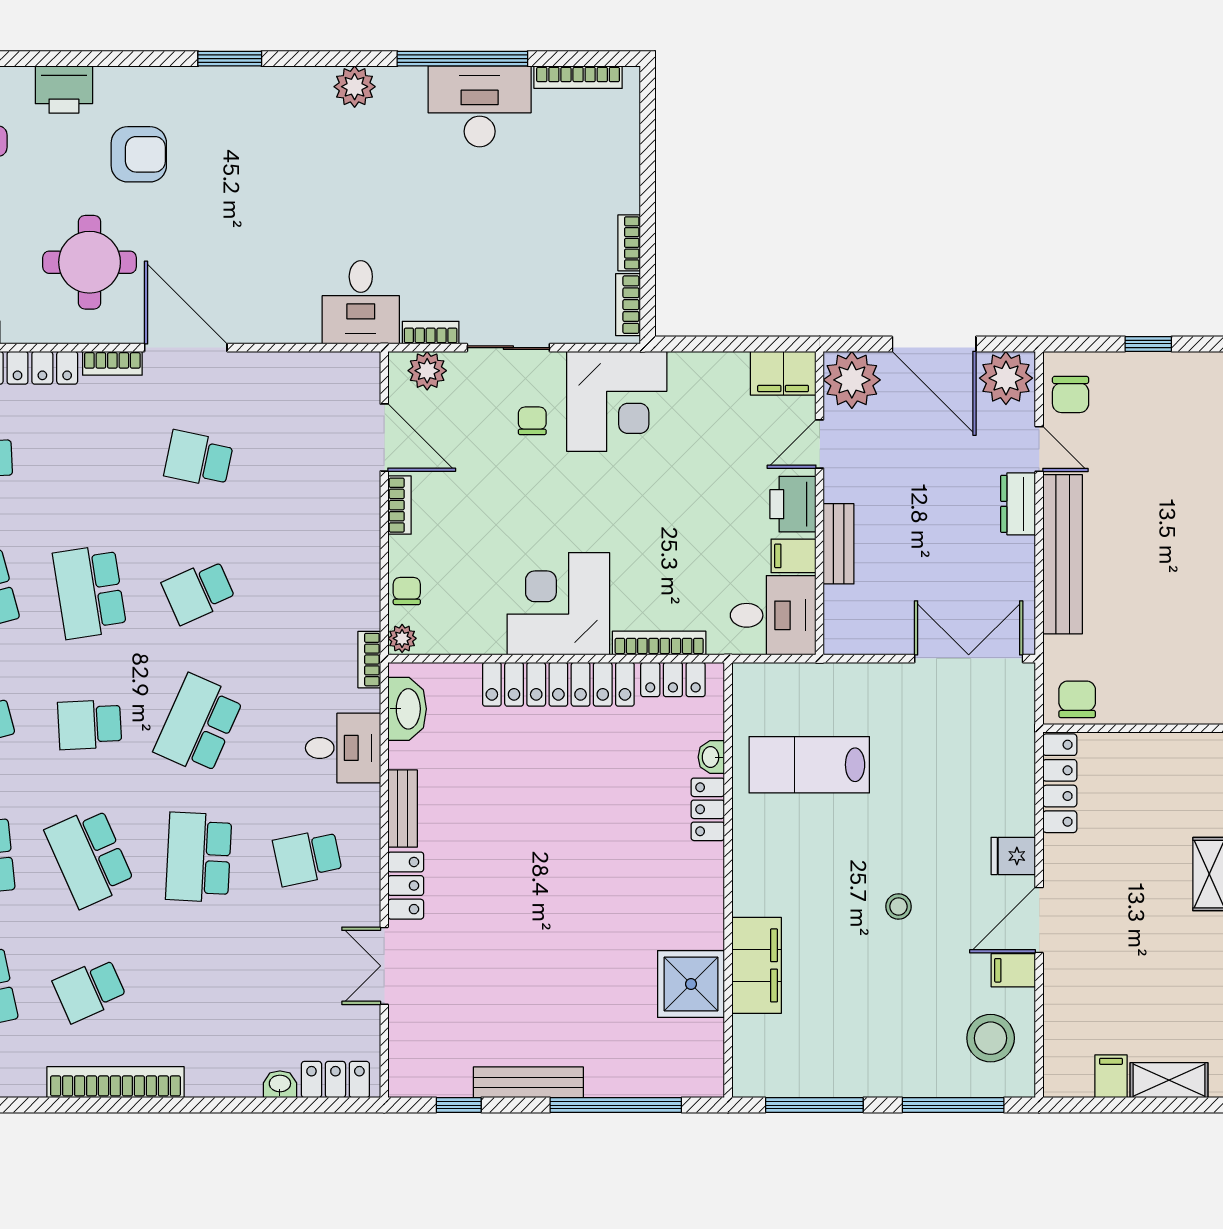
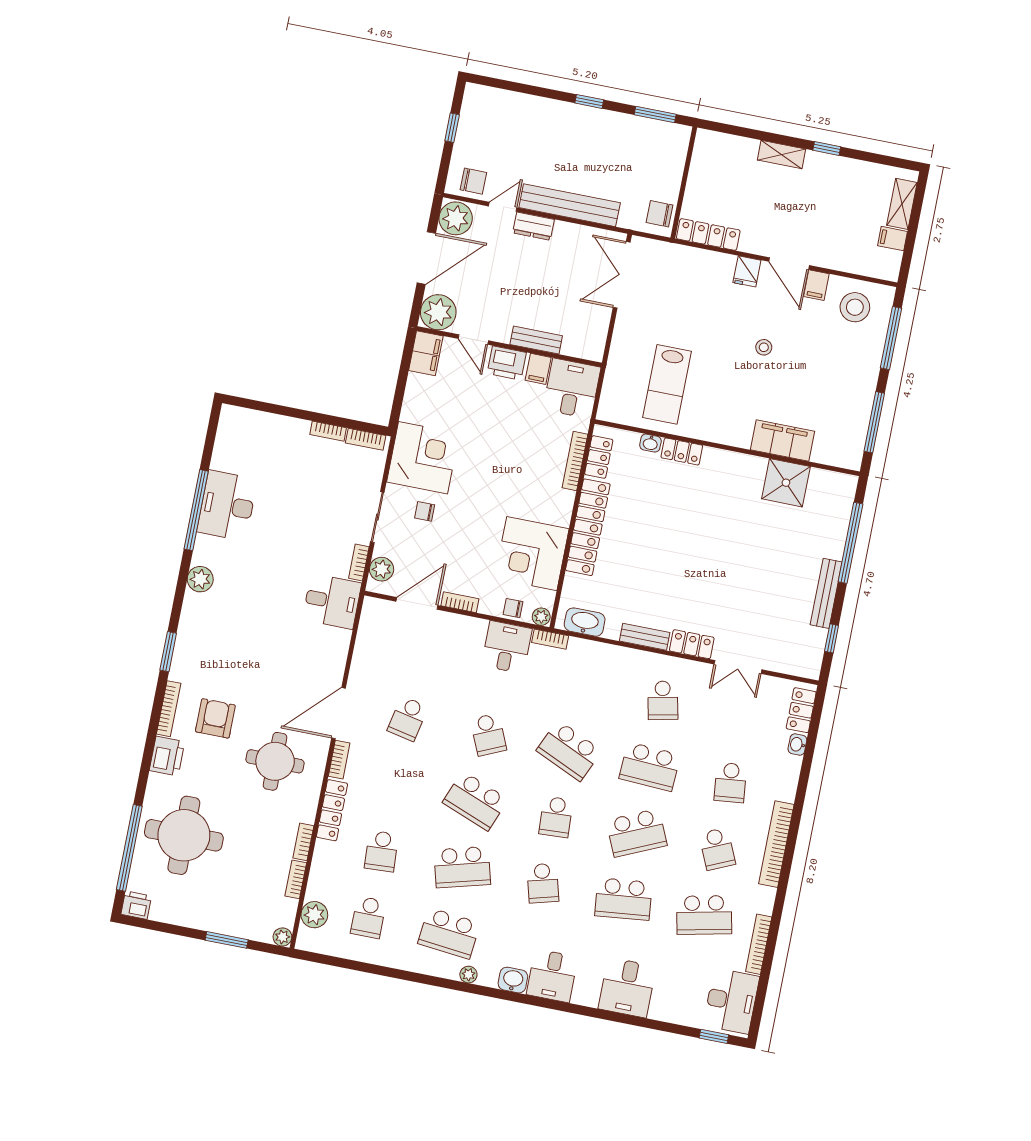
bookcase: (578, 77) -> (169, 709), moved
school desk: (90, 592) -> (475, 801), turned 30
corner desk: (558, 604) -> (532, 554), moved
desk: (343, 748) -> (507, 647), moved
school desk: (199, 990) -> (730, 783), added

